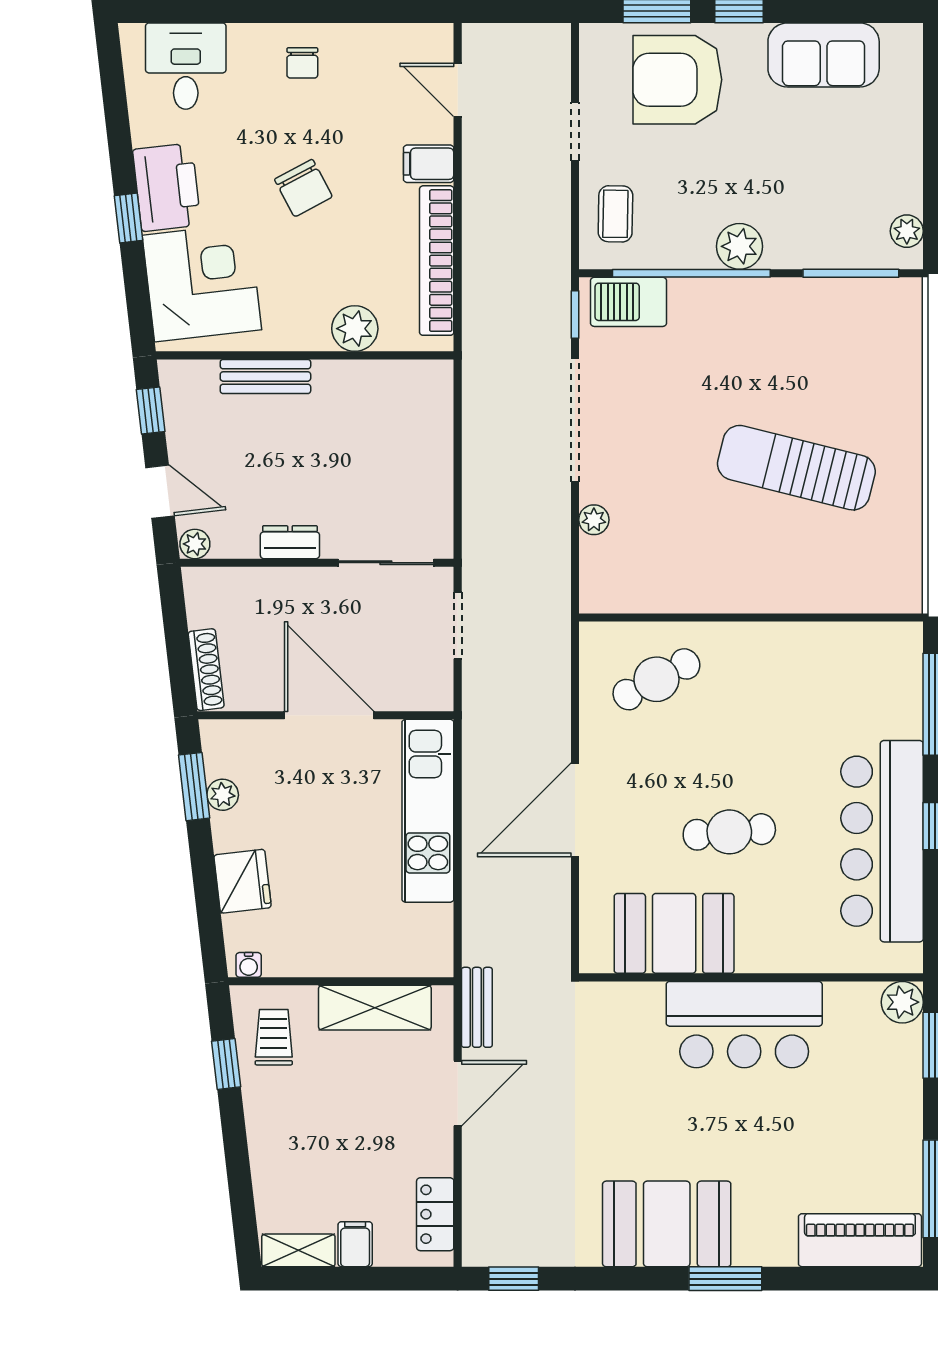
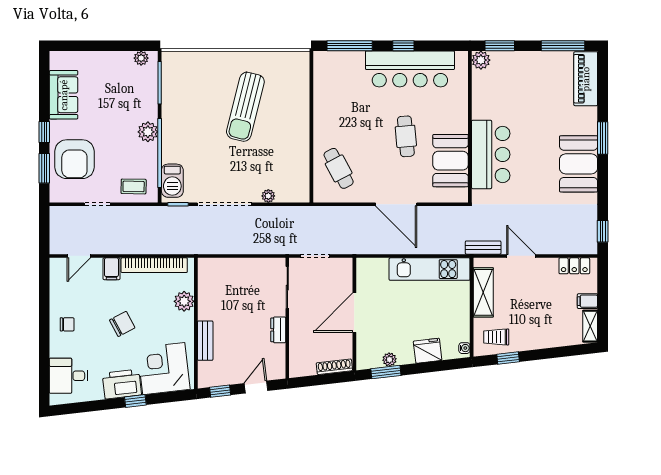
plant: (195, 544) -> (279, 372), removed
kitchen unit: (428, 811) -> (430, 269), moved
bar counter: (744, 1025) -> (491, 154), moved

